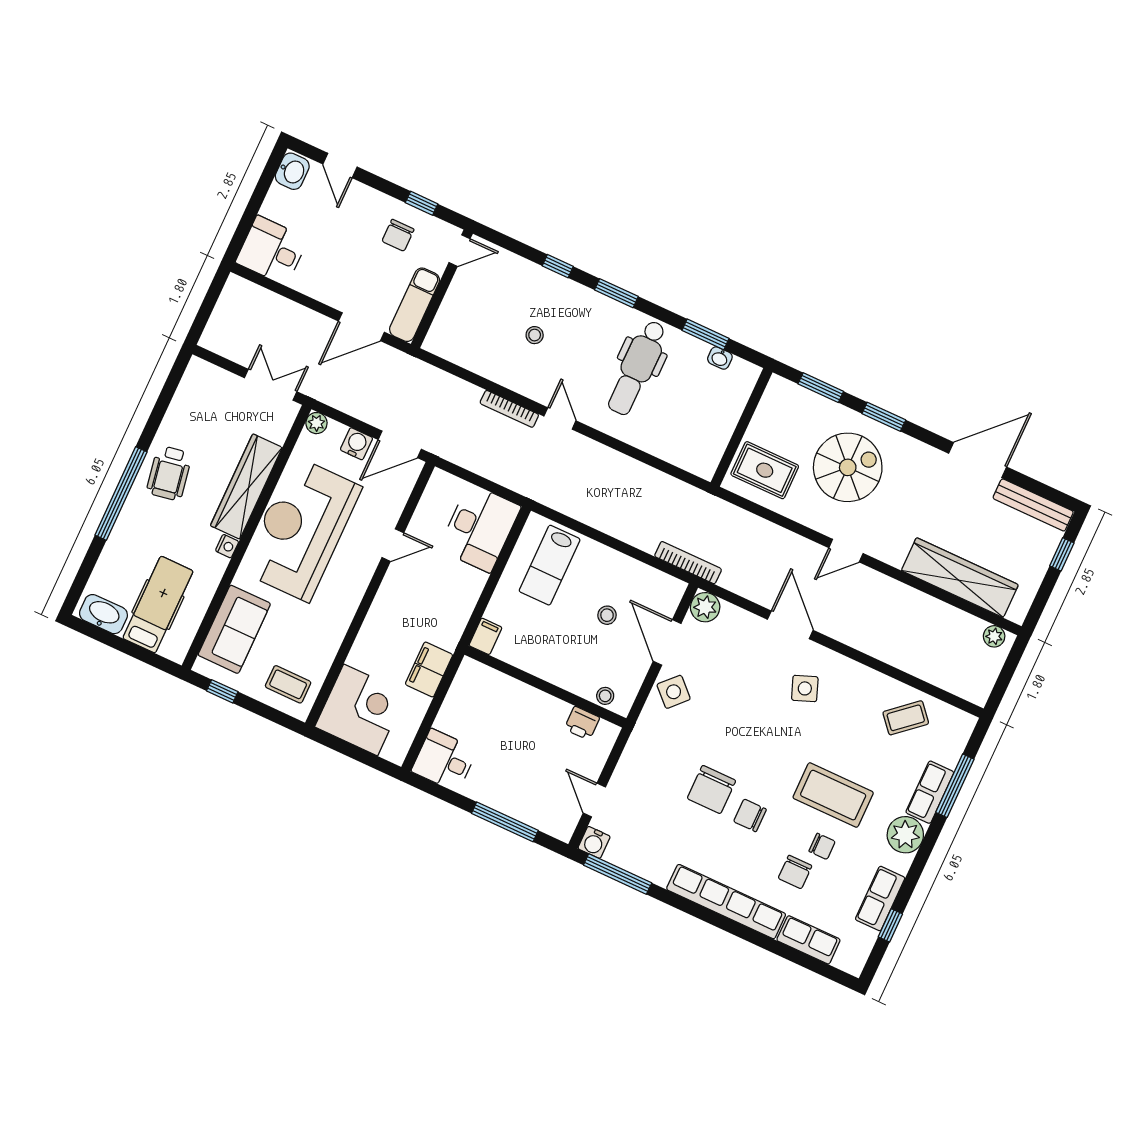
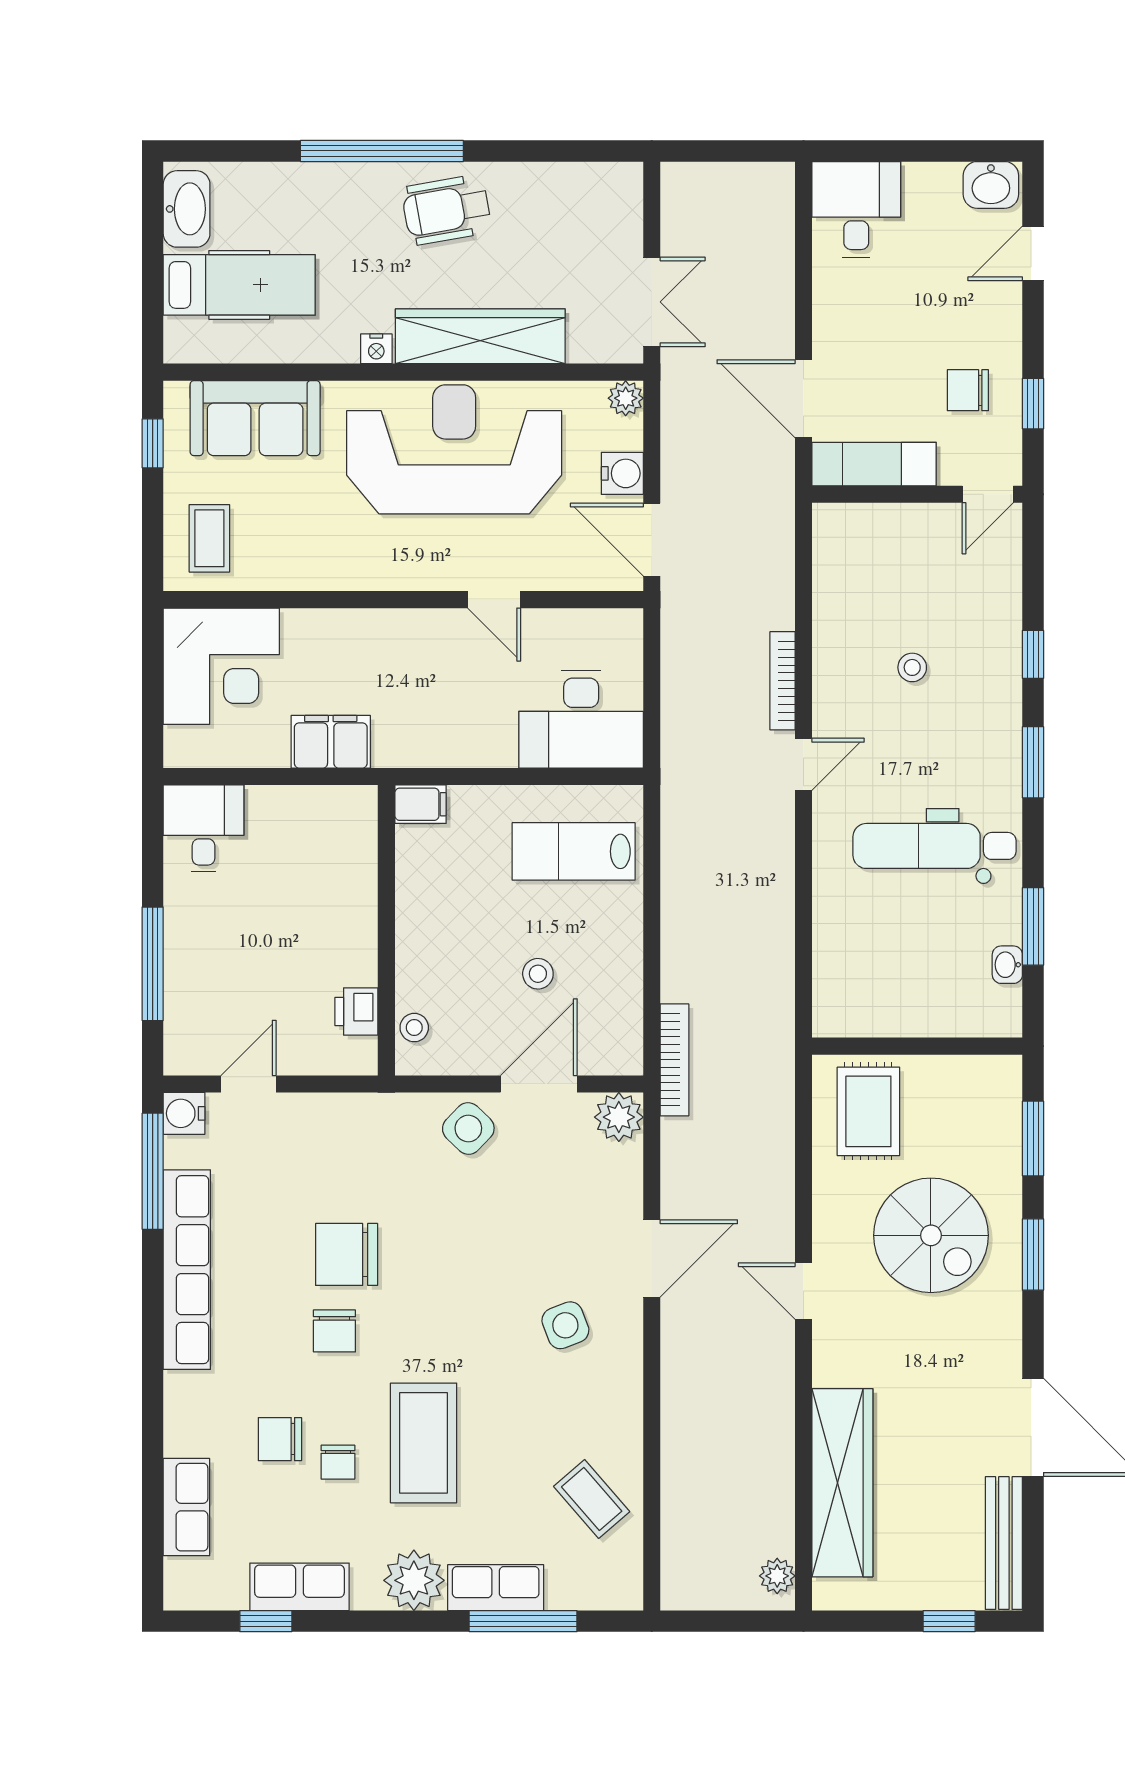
door: (460, 251) -> (988, 494), hinge flipped
chair: (750, 815) -> (334, 1331), turned 180
row of seats: (726, 902) -> (187, 1270), moved

